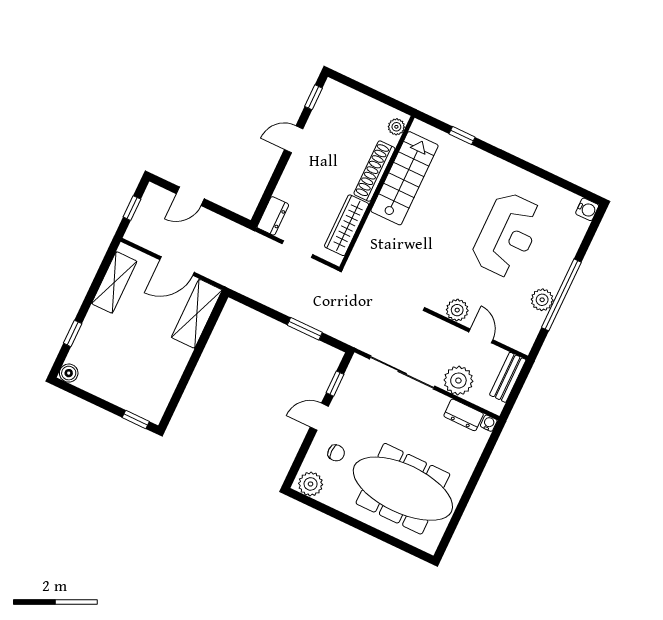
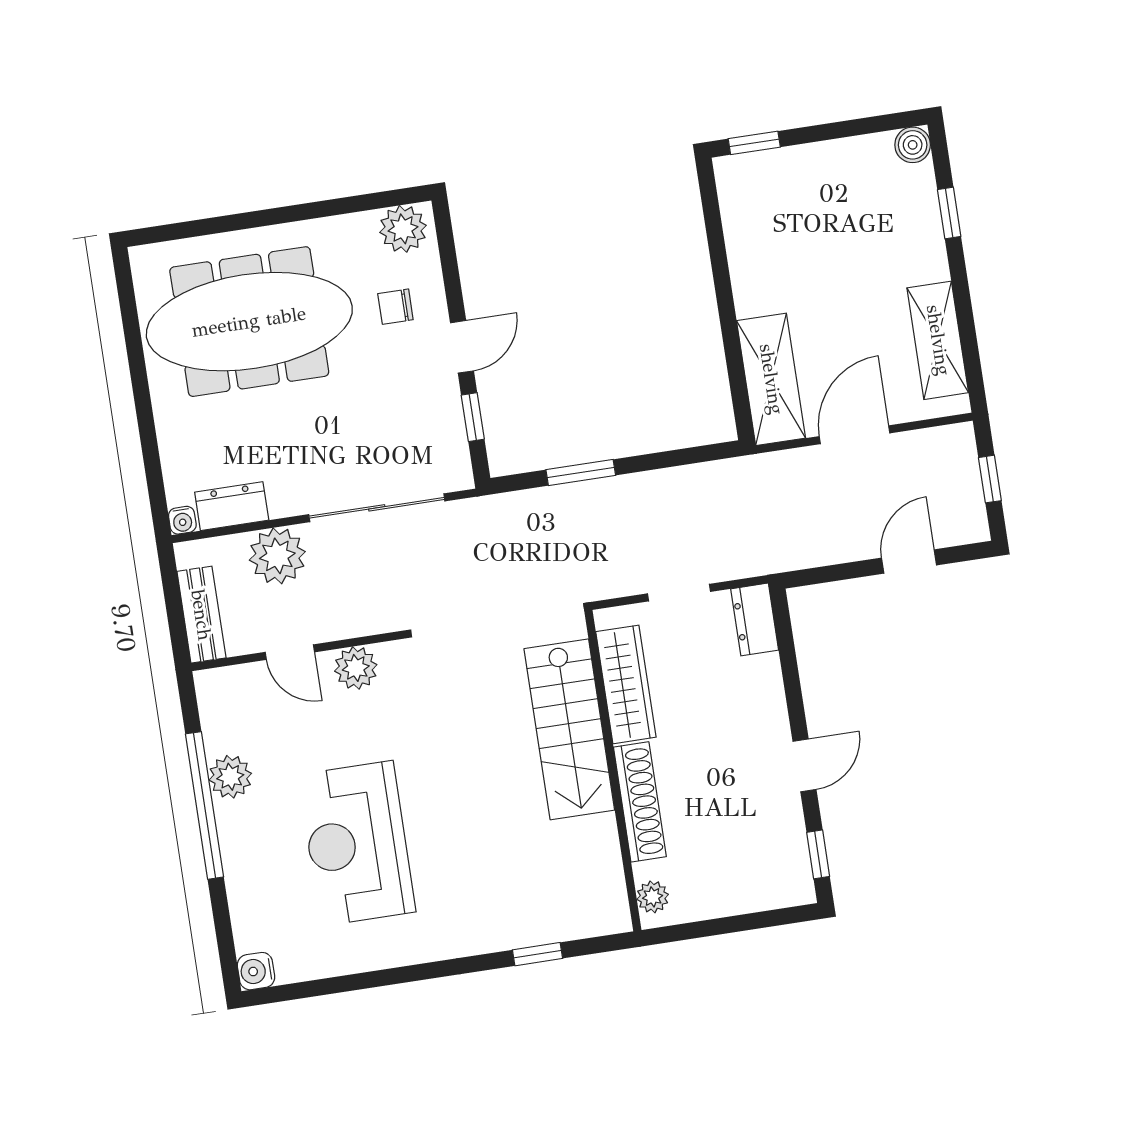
stairs: (405, 178) -> (569, 729), moved

